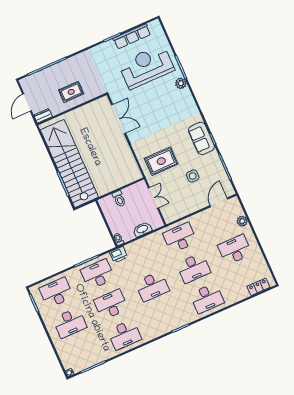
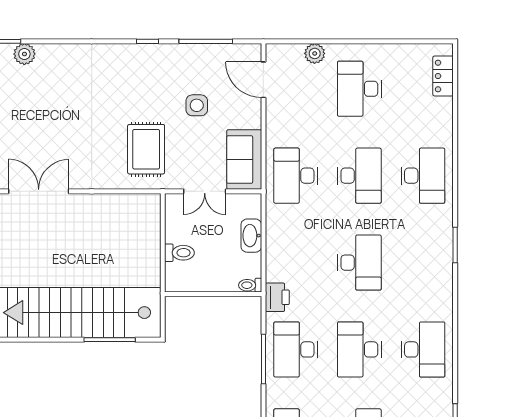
sofa: (201, 138) -> (244, 160), moved, turned 90
double door: (153, 198) -> (205, 191), swing flipped

